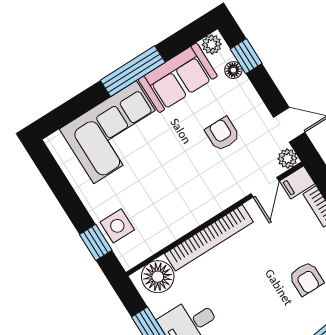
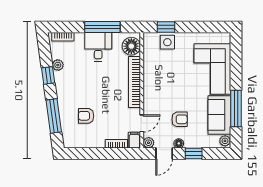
window: (246, 56) -> (194, 154), moved
floor lamp: (233, 70) -> (179, 143), moved
window: (133, 71) -> (236, 108), moved
door: (265, 187) -> (142, 123), swing flipped

